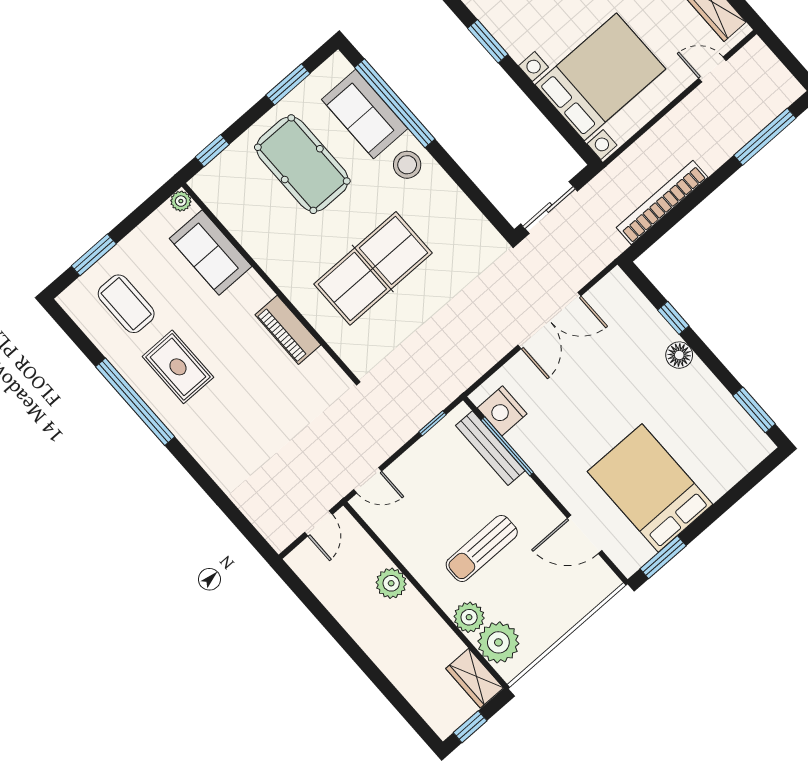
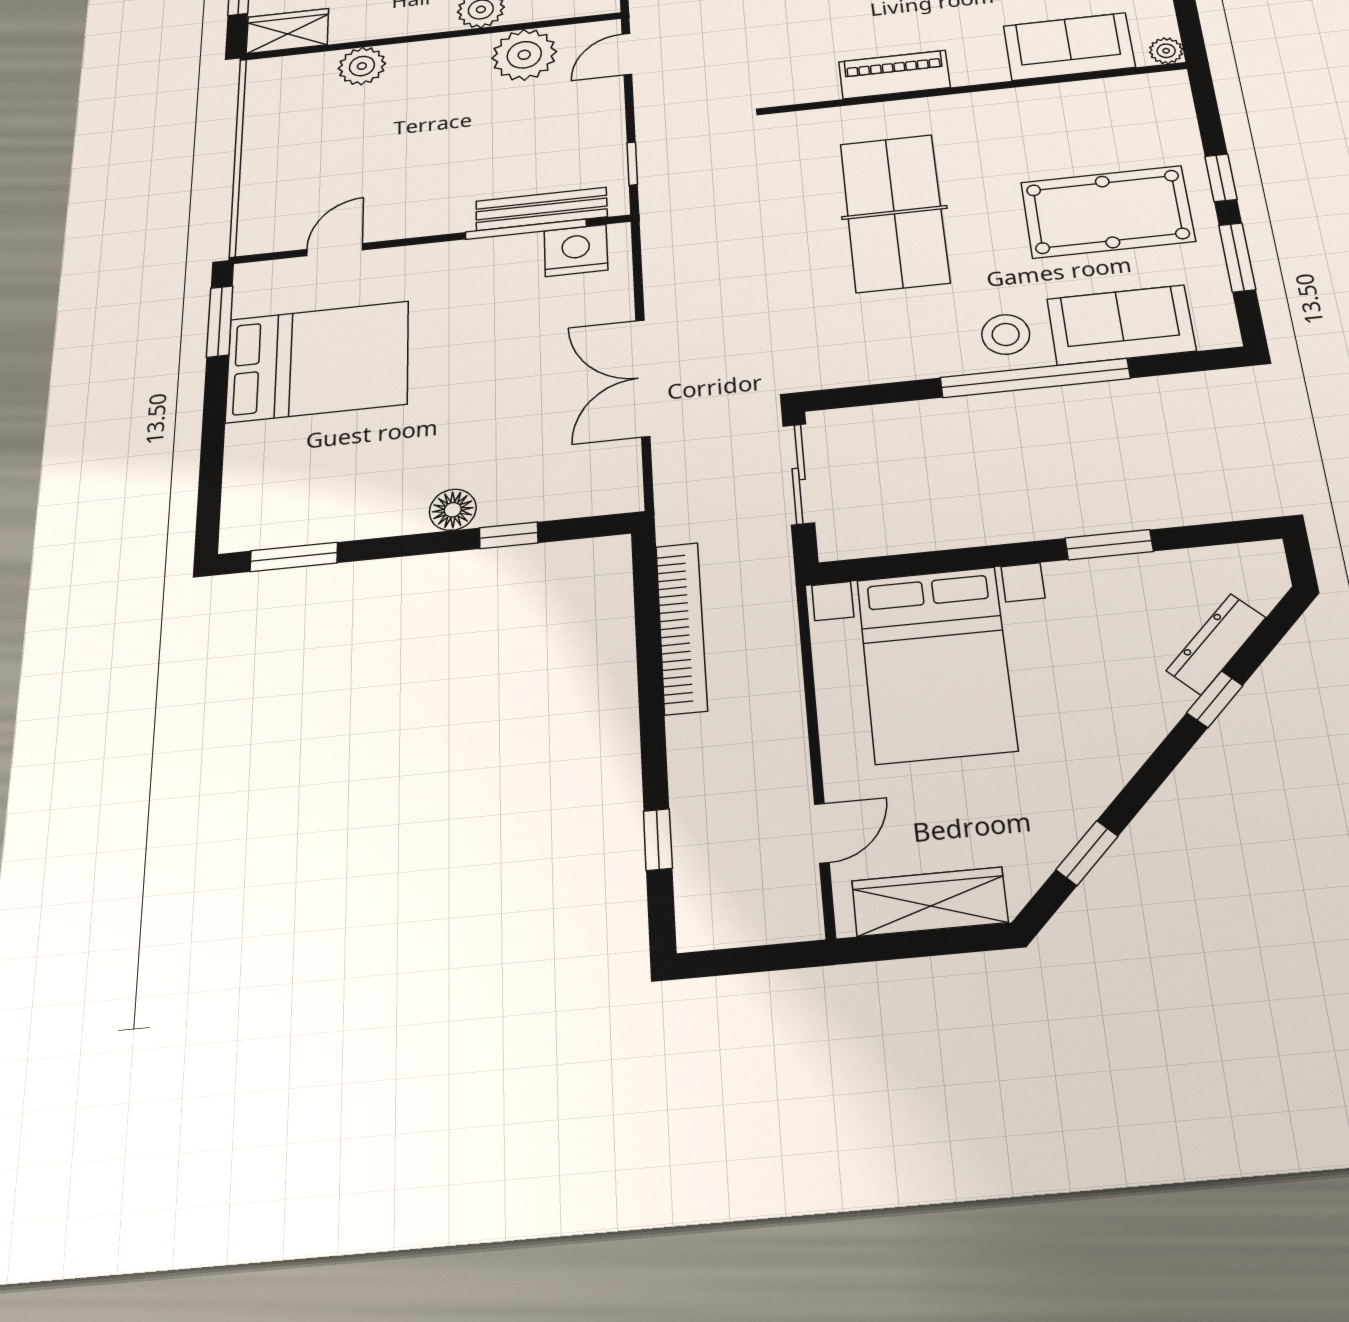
window: (395, 103) -> (1035, 378), moved
window: (765, 137) -> (658, 840), width x0.46
window: (212, 151) -> (1221, 178), moved
door: (585, 534) -> (335, 250), width x0.73
sun lounger: (482, 548) -> (429, 127), removed
plant: (498, 642) -> (524, 55), moved

